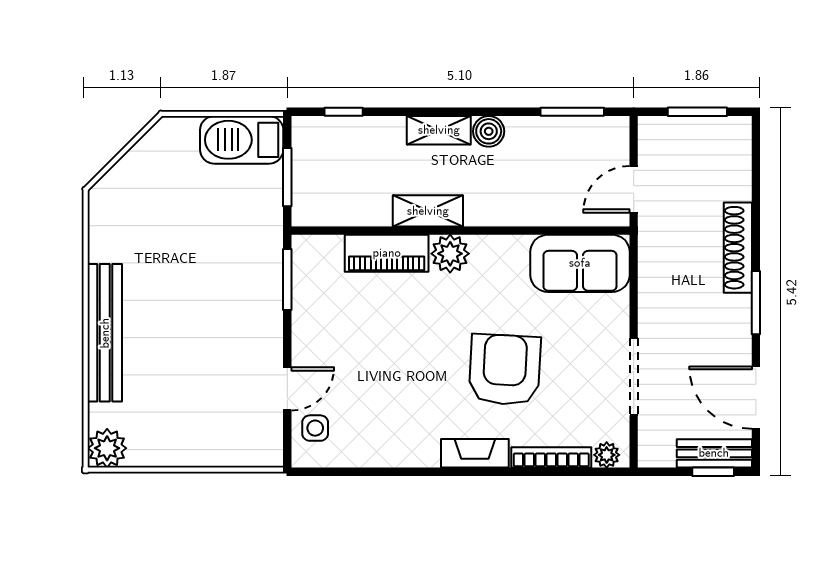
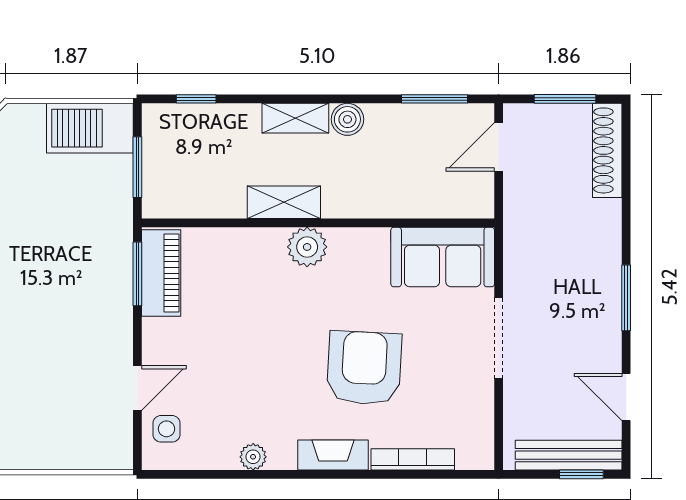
door: (634, 189) -> (499, 147), moved
shoe rack: (738, 248) -> (607, 150), moved
piano: (387, 253) -> (161, 273), moved, turned -90
doorway: (634, 377) -> (499, 338), moved
door: (756, 398) -> (626, 397), width x0.73
bench: (714, 453) -> (569, 455), width x1.36
plant: (607, 455) -> (253, 457), moved

